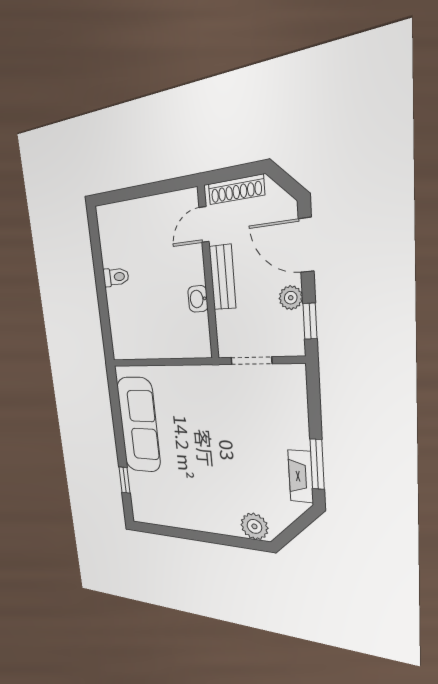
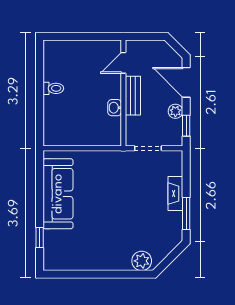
shoe rack: (236, 190) -> (146, 46), removed
fireplace: (301, 476) -> (175, 194), moved

